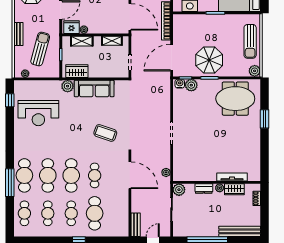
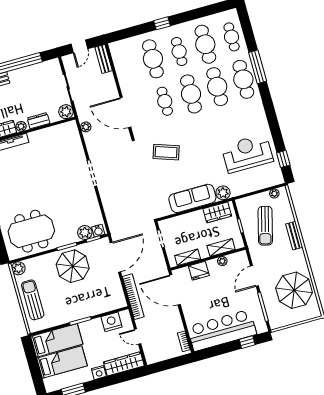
fridge: (71, 27) -> (199, 271), moved
cafe table: (48, 213) -> (205, 44), width x1.37, depth x1.35

